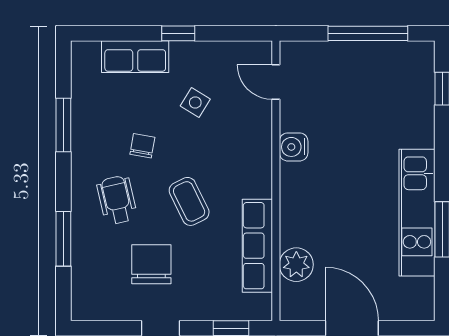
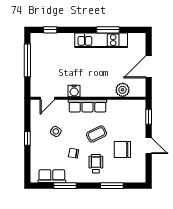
row of seats: (135, 57) -> (52, 176), moved, turned -90
wheelchair: (117, 200) -> (96, 164), turned 103
row of seats: (257, 246) -> (88, 106), moved

